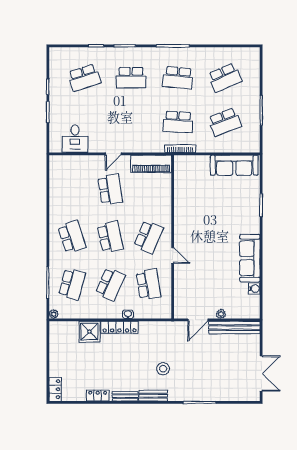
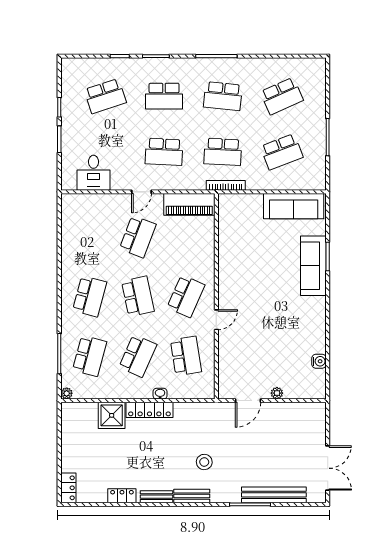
school desk: (131, 122) -> (164, 152), added
school desk: (110, 189) -> (138, 237), turned 30
school desk: (72, 237) -> (90, 296), turned 33
door: (173, 255) -> (216, 320), hinge flipped
sofa: (250, 258) -> (313, 266), moved
bench: (234, 328) -> (274, 495), moved

